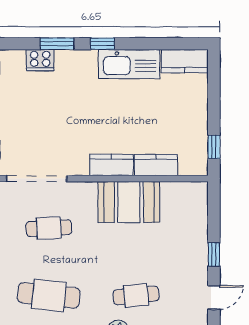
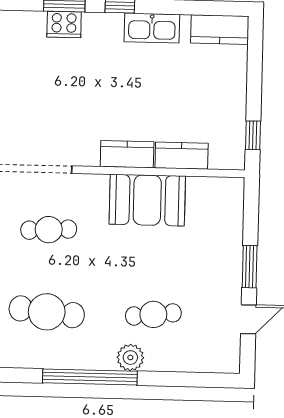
cooker: (40, 60) -> (64, 24), moved
kitchen sink: (129, 64) -> (152, 28), width x0.73, depth x0.81
window: (214, 254) -> (250, 267), width x1.50

